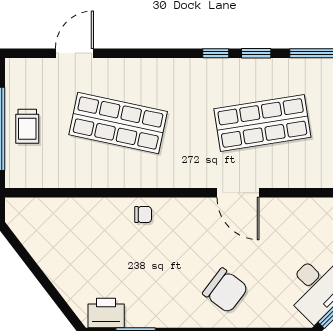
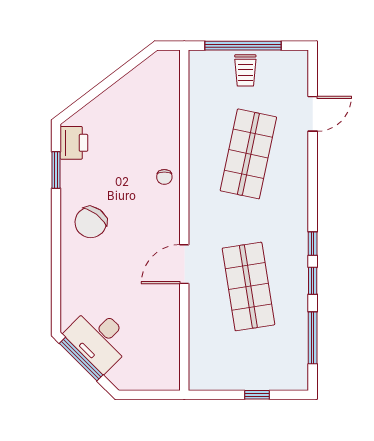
door: (74, 53) -> (313, 114), hinge flipped
trolley: (27, 126) -> (245, 70), turned -90
chair: (225, 290) -> (91, 222), moved

